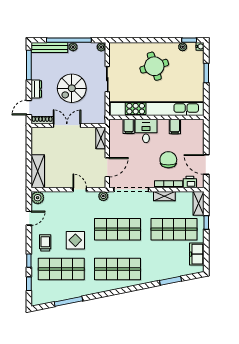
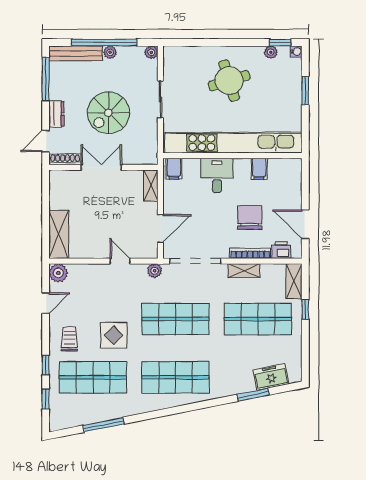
filing cabinet: (129, 126) -> (174, 169), moved
freezer: (197, 254) -> (271, 377), moved, turned 79

